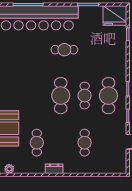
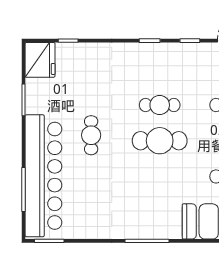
cafe table: (108, 96) -> (160, 69), removed

